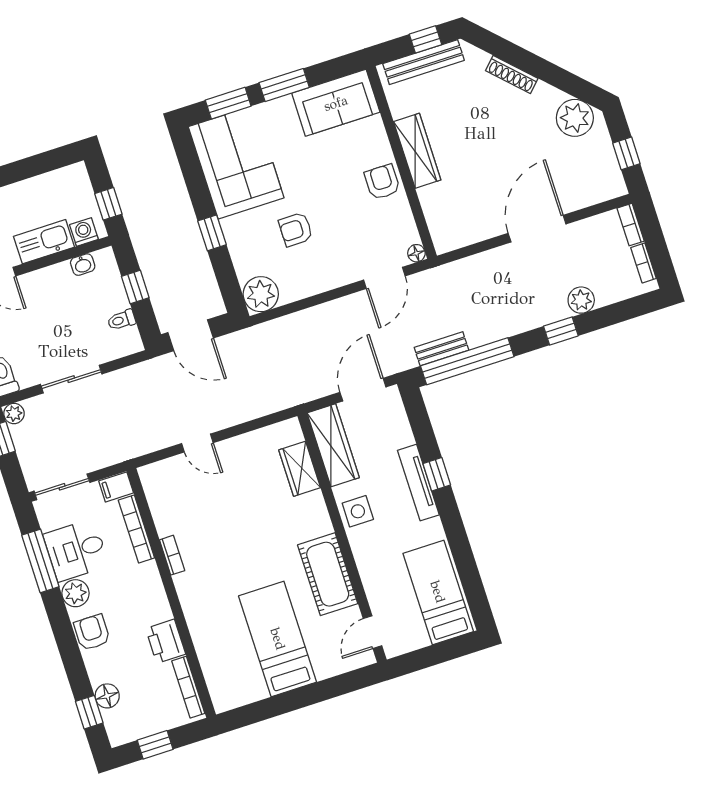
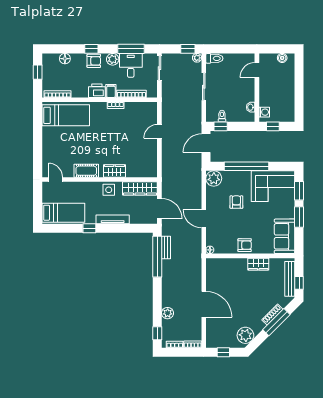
window: (525, 61) -> (276, 322), added
wardrobe: (417, 151) -> (258, 264), width x0.67
window: (212, 233) -> (246, 166), width x3.17
kitchen sink: (44, 242) -> (266, 94), removed
door: (384, 278) -> (204, 219), moved
window: (135, 287) -> (221, 126), moved
window: (561, 331) -> (157, 333), moved
wardrobe: (300, 469) -> (115, 171), moved
window: (437, 474) -> (89, 228), moved
filing cabinet: (116, 487) -> (111, 91), moved
cot: (328, 574) -> (86, 171), width x0.73, depth x0.75
bed: (278, 639) -> (66, 115), moved
printer: (166, 641) -> (97, 91), moved
window: (89, 712) -> (91, 49), moved

